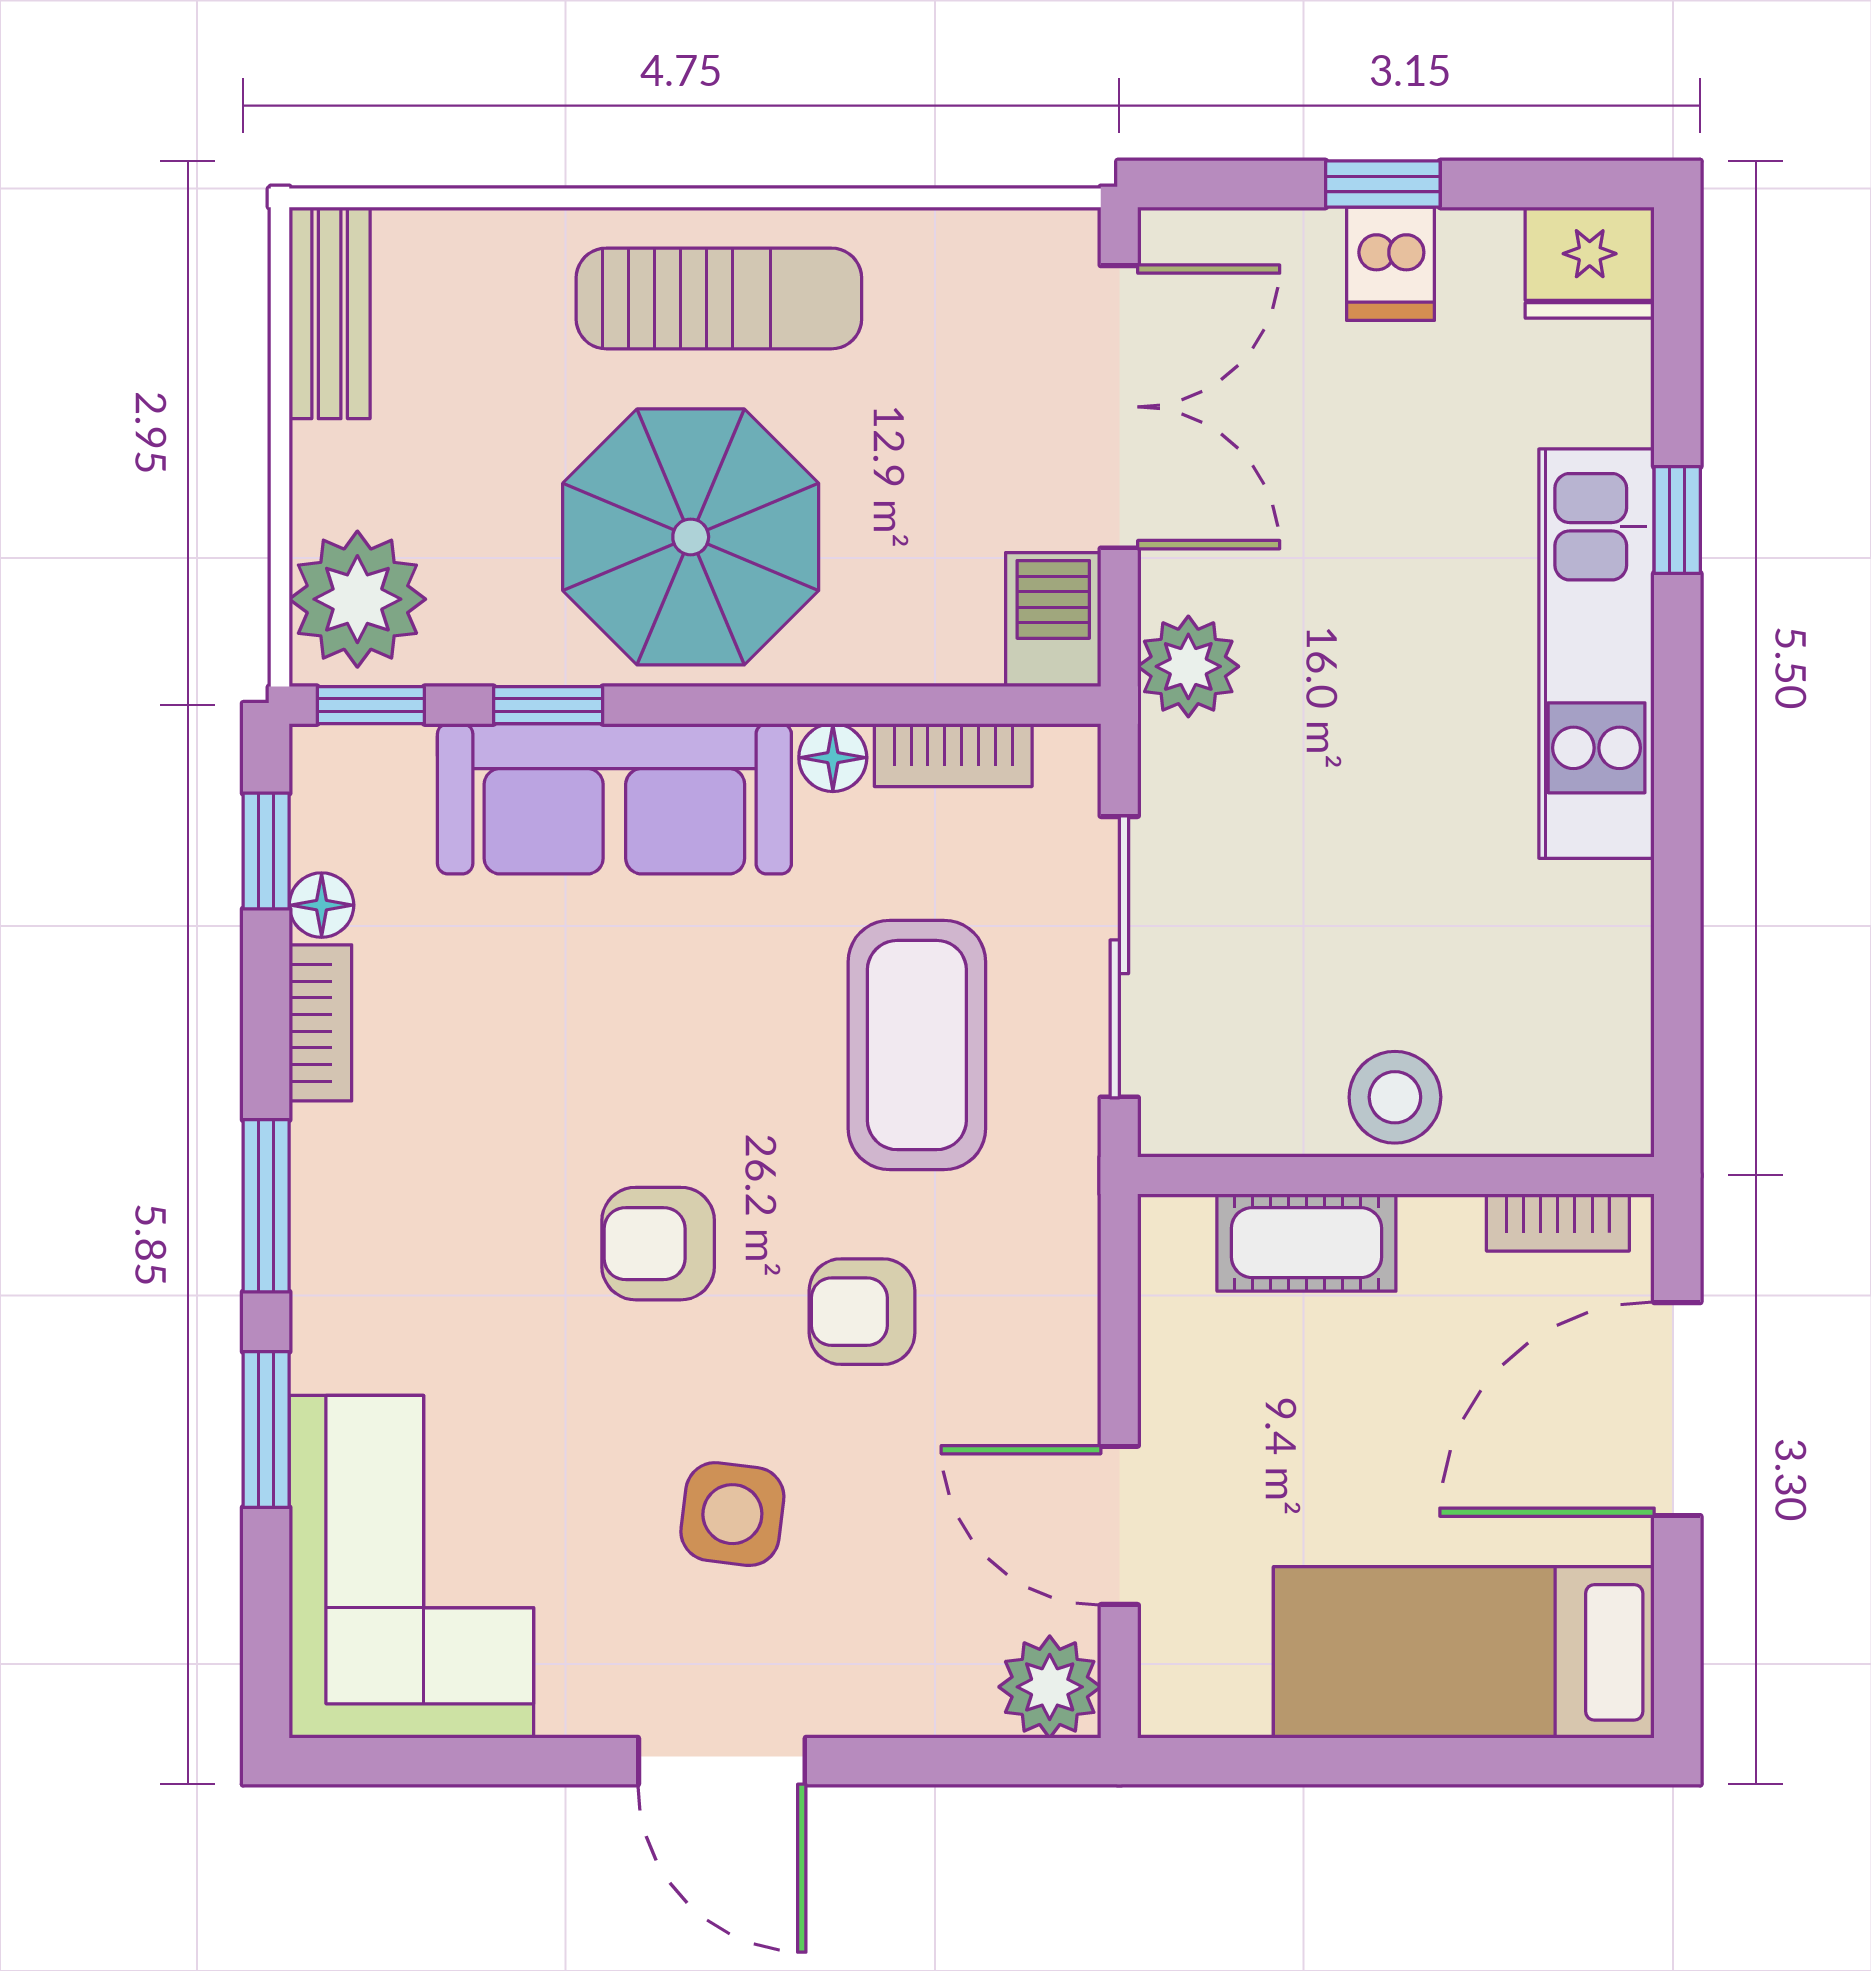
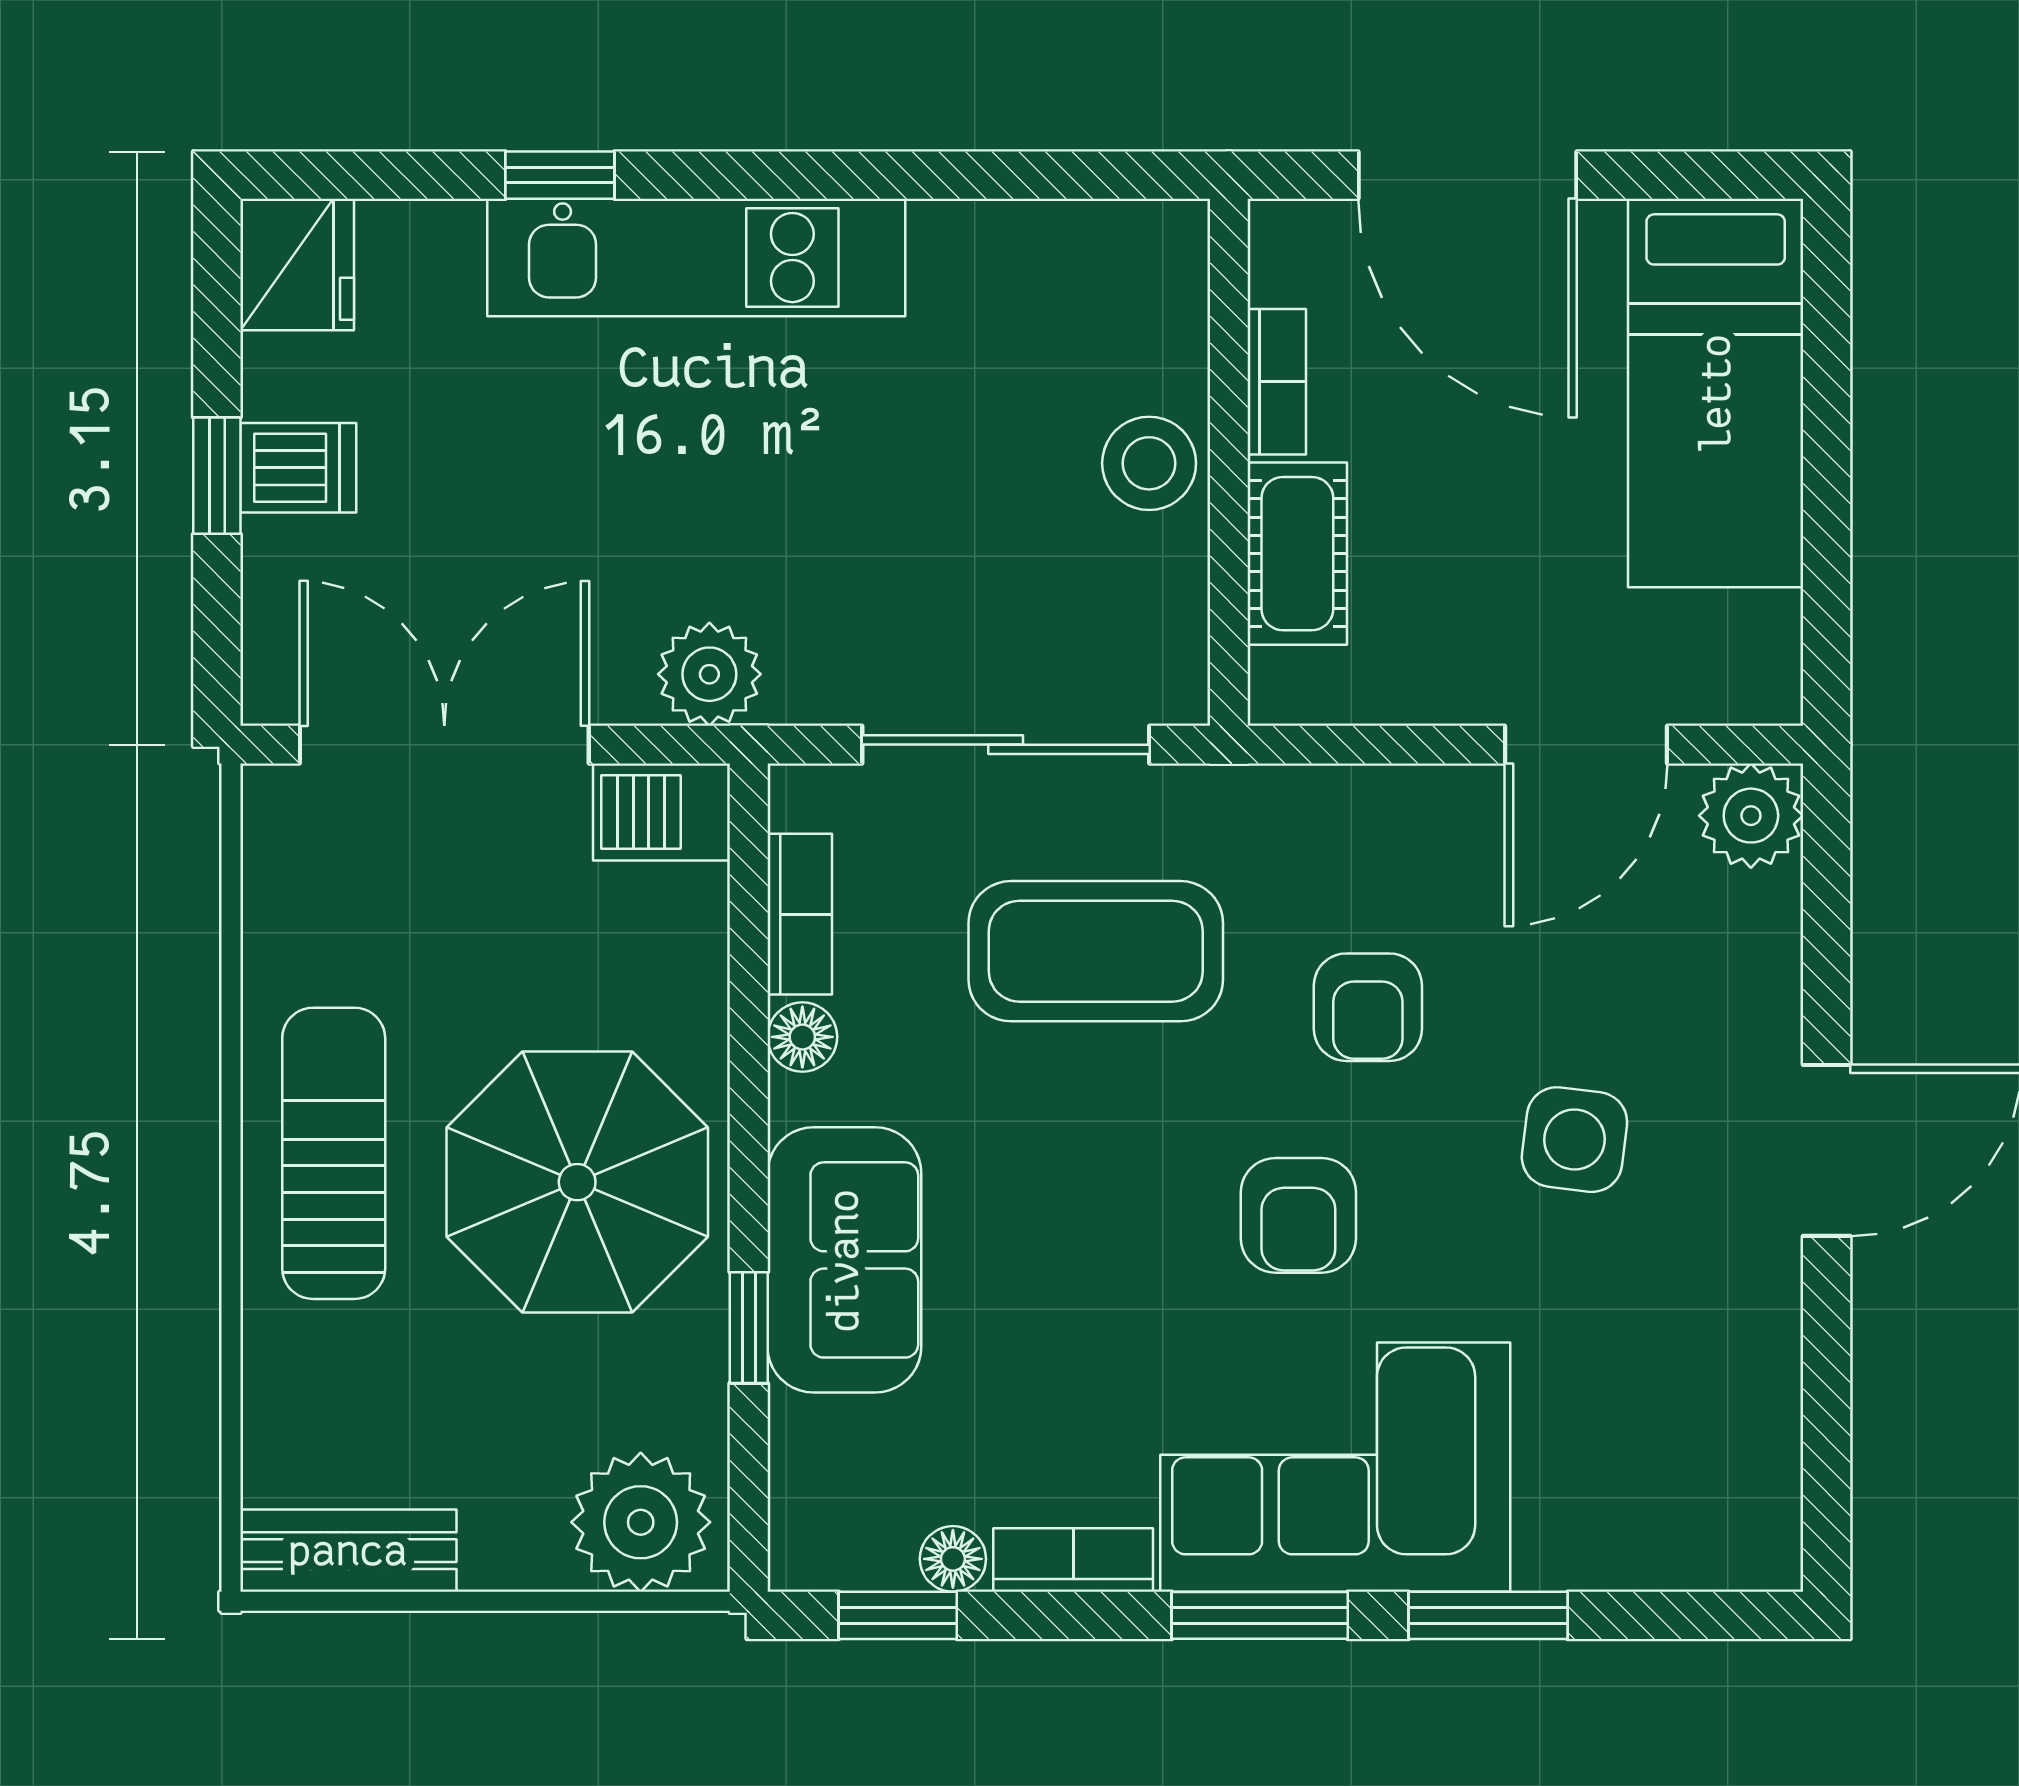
window: (371, 705) -> (749, 1509), removed
sofa: (614, 799) -> (844, 1260), width x0.73
bookcase: (1558, 1222) -> (1277, 382), moved
corner sofa: (411, 1567) -> (1335, 1467), moved

